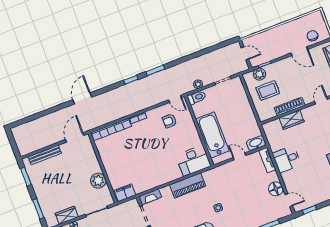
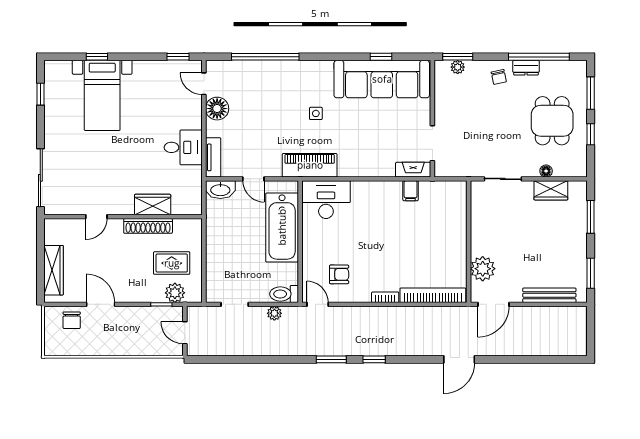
plant: (98, 181) -> (483, 269), moved
piano: (188, 185) -> (310, 165), moved
filing cabinet: (125, 193) -> (411, 191), moved, width x0.50

